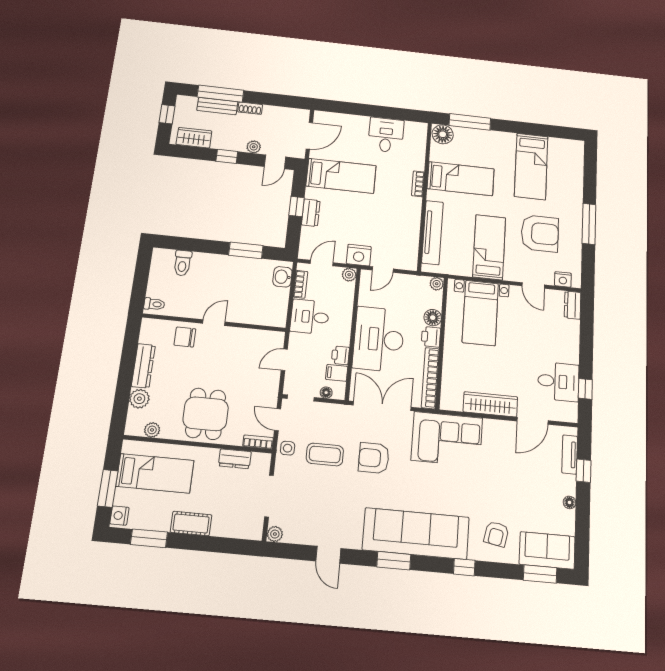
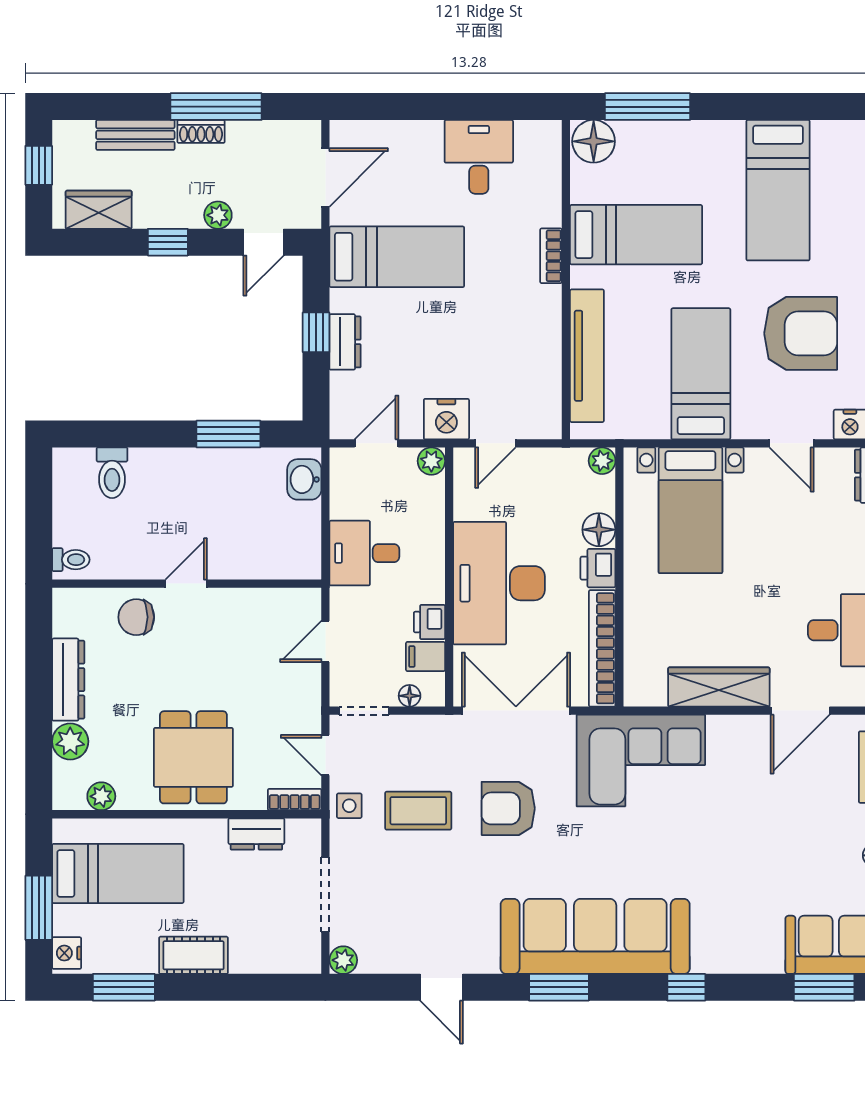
window: (220, 94) -> (216, 107), moved
bookcase: (301, 284) -> (340, 491), removed
armchair: (496, 534) -> (742, 924), removed

